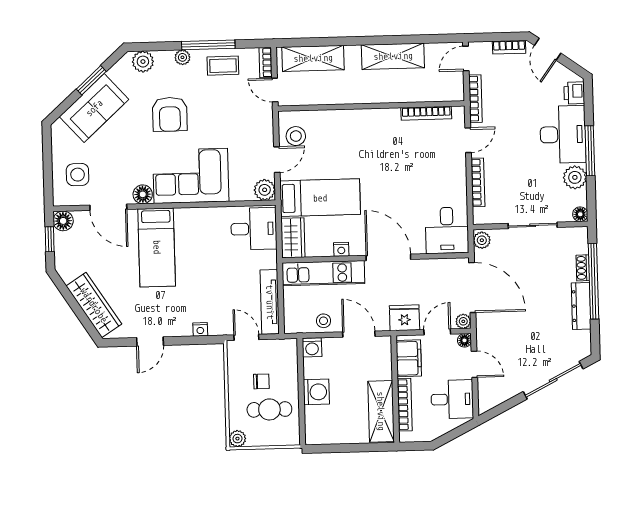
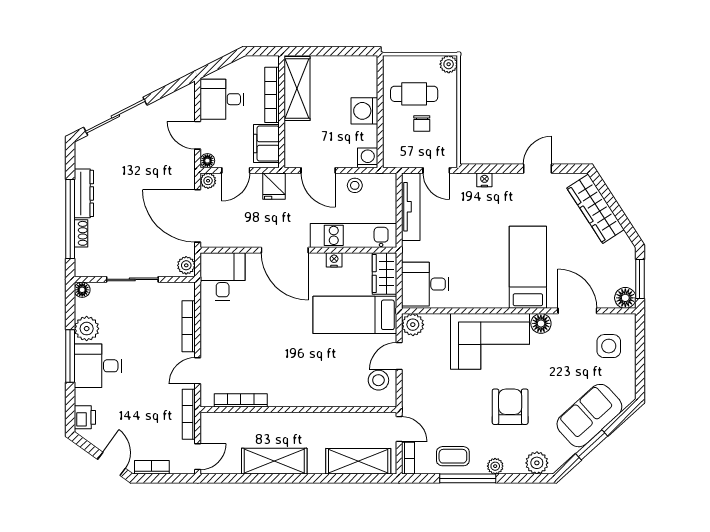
desk: (563, 134) -> (98, 366), width x0.73
window: (50, 239) -> (640, 279), width x1.50
fridge: (404, 318) -> (274, 186), width x0.72
chair: (261, 381) -> (422, 124), turned -90

